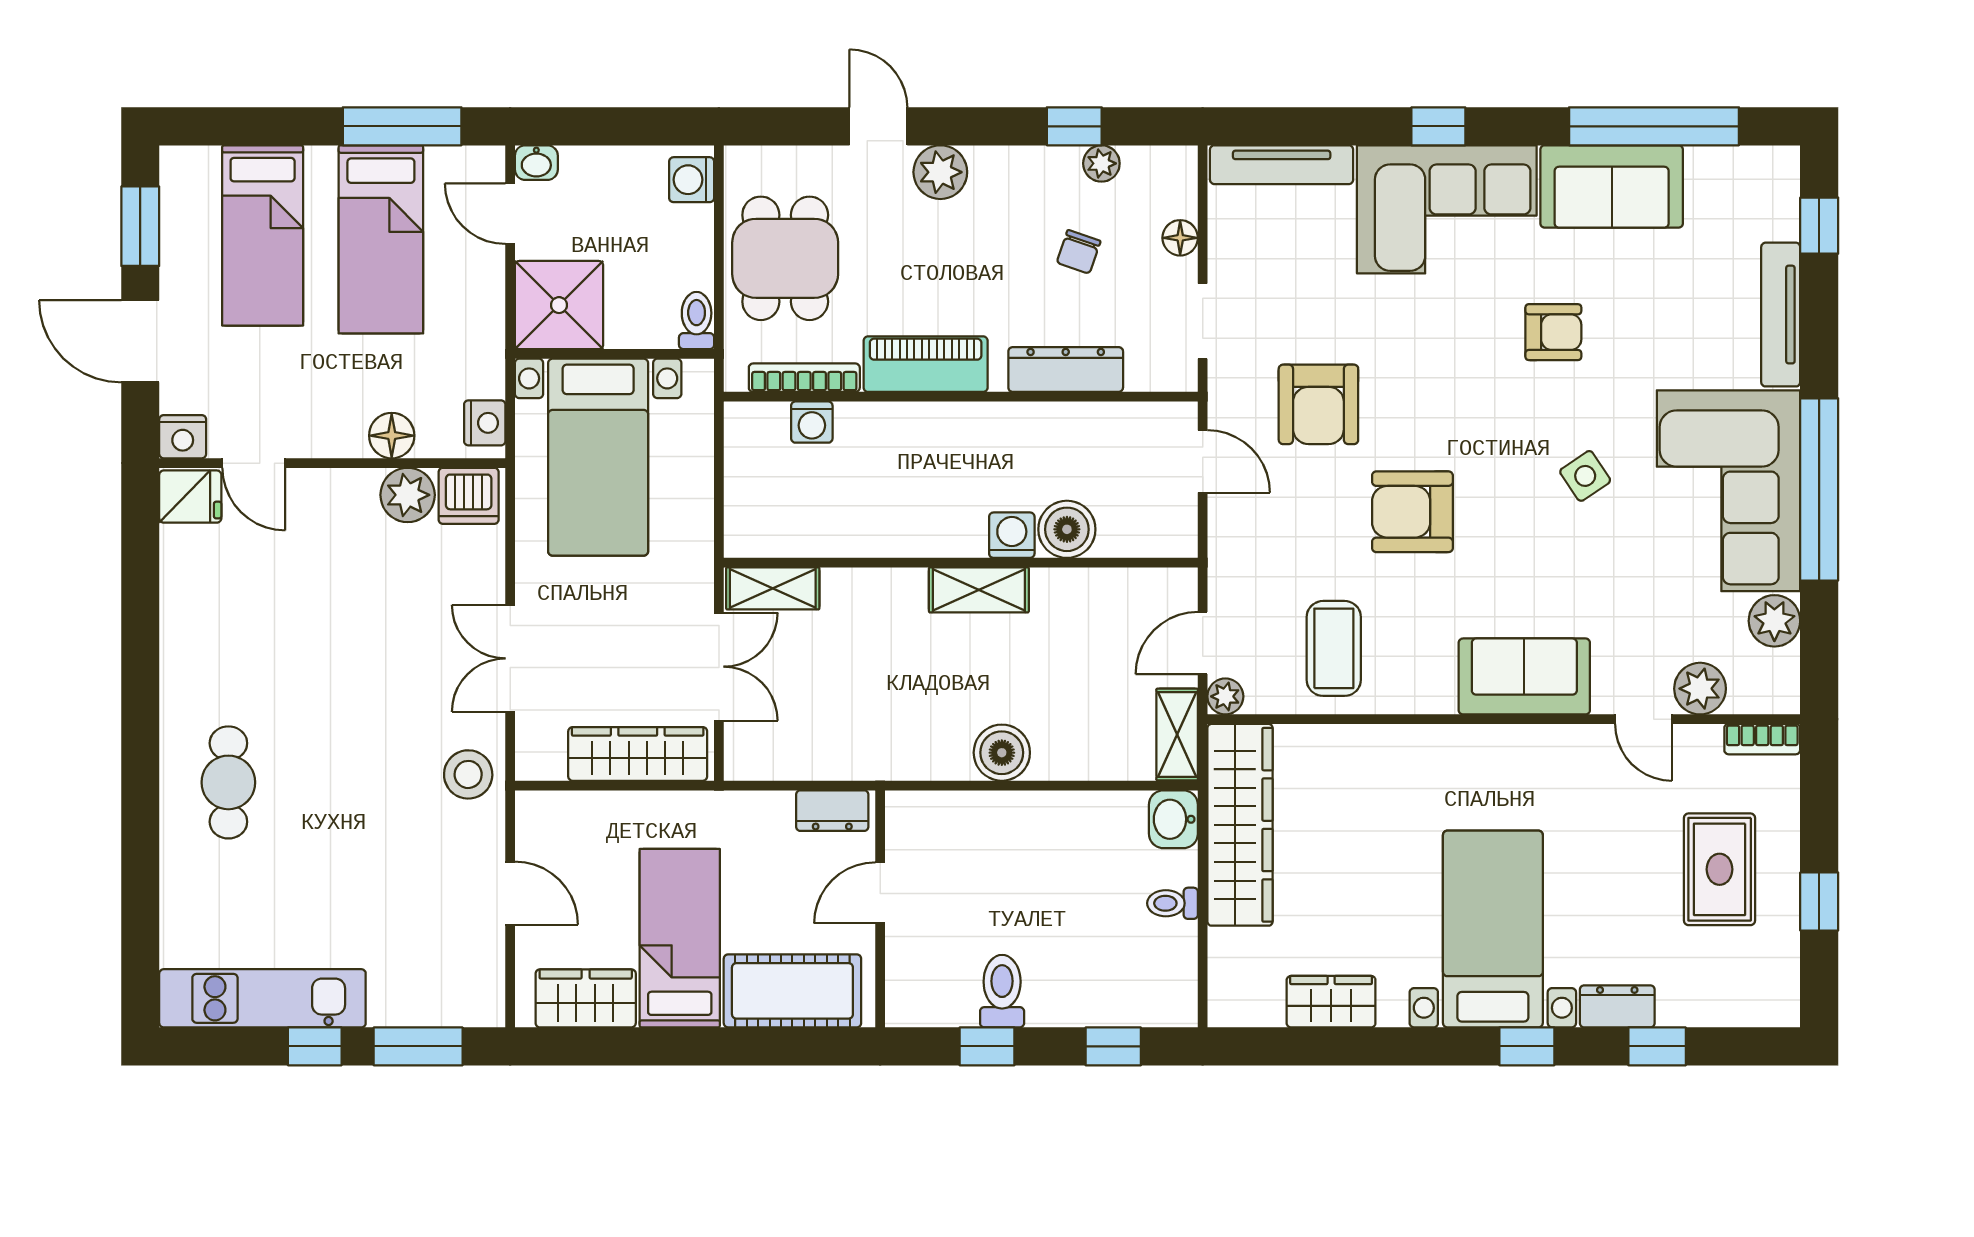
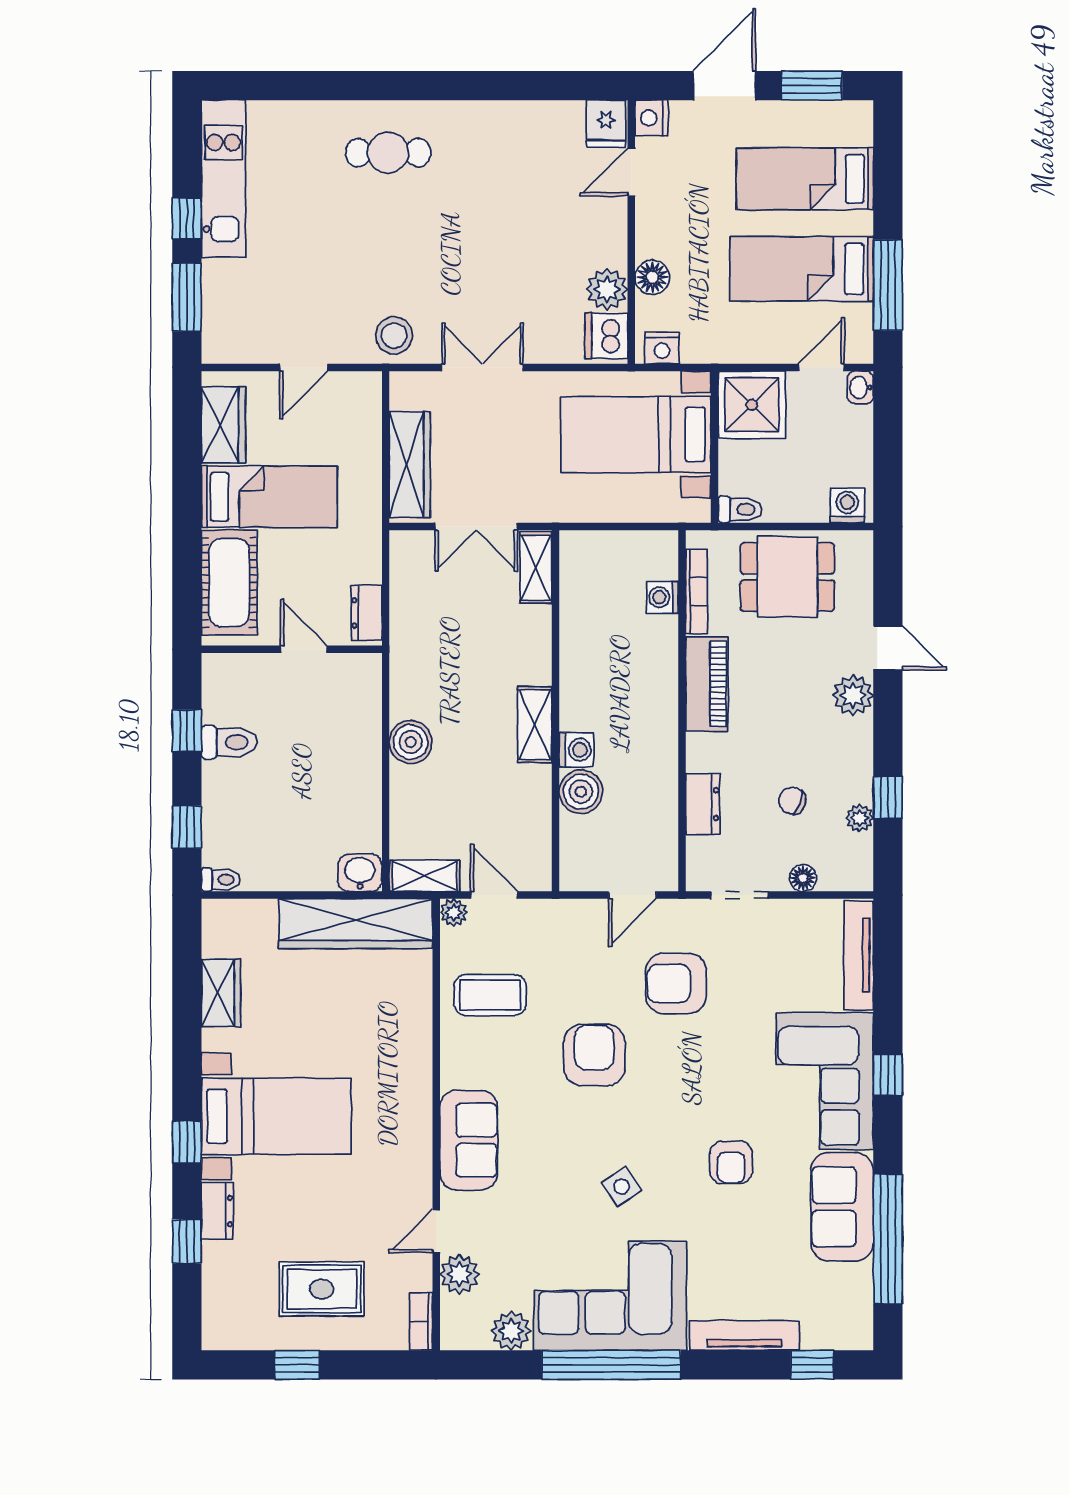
door: (878, 126) -> (888, 648), hinge flipped
dresser: (1066, 369) -> (703, 804), width x0.70
toilet: (1173, 903) -> (221, 880), moved, turned 90

